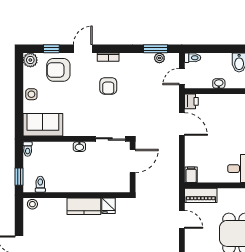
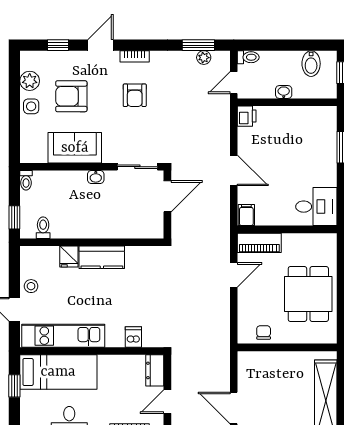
plant: (30, 60) -> (30, 81), moved
armchair: (58, 70) -> (71, 96), moved
door: (182, 124) -> (234, 170), moved
sofa: (43, 125) -> (75, 148), moved
stool: (32, 204) -> (31, 286), moved
fridge: (108, 206) -> (69, 257), moved
door: (182, 219) -> (234, 275), hinge flipped

